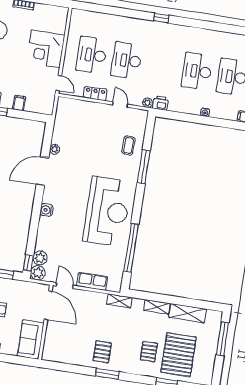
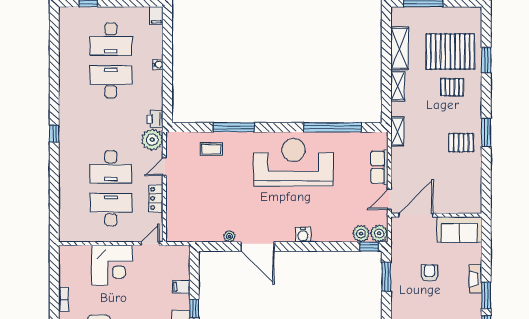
desk: (92, 55) -> (111, 210), turned 180
desk: (197, 71) -> (111, 82), turned 180
plant: (148, 103) -> (152, 140), width x1.88, depth x1.88

